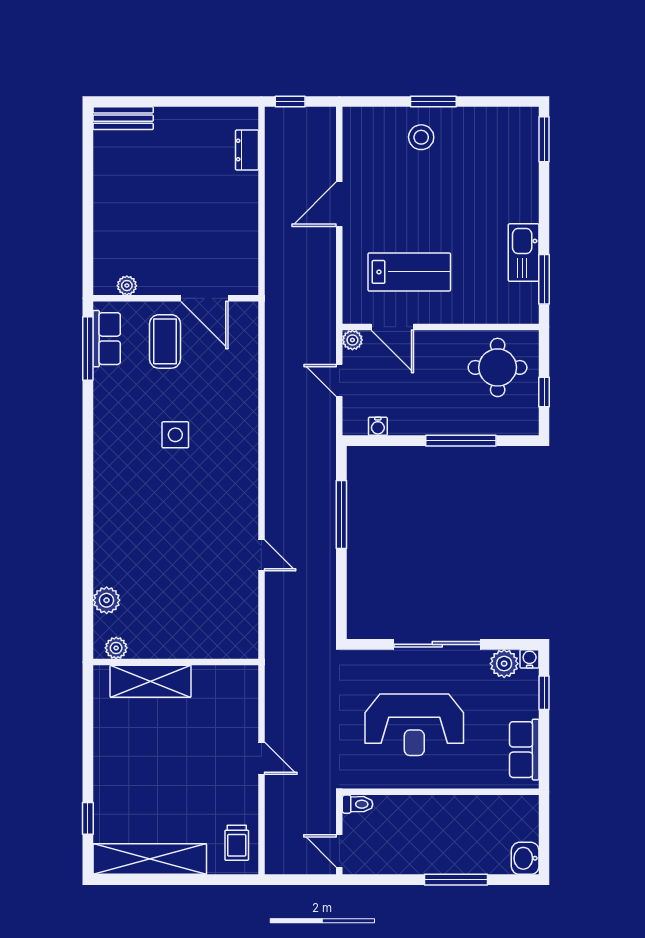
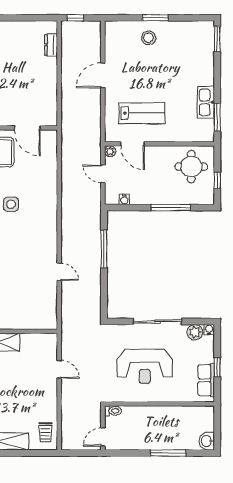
window: (544, 693) -> (217, 367), moved
door: (261, 758) -> (59, 369), moved
door: (339, 851) -> (103, 437), hinge flipped

